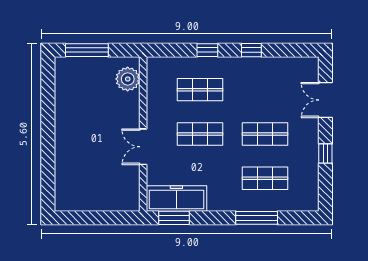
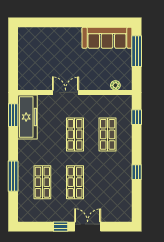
window: (207, 50) -> (137, 117), moved
plant: (128, 79) -> (115, 85), width x0.53, depth x0.53
sofa: (69, 90) -> (107, 38), added
double door: (325, 100) -> (88, 227), moved

